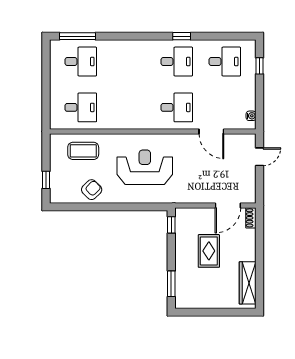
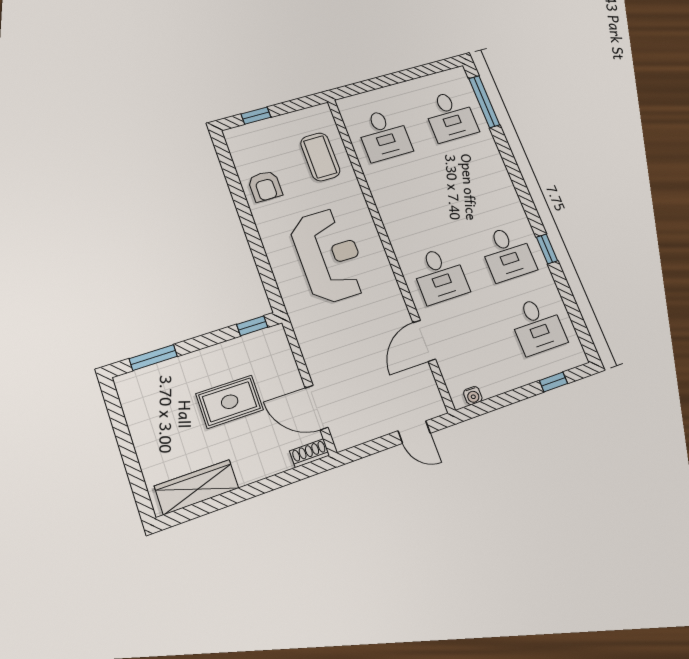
armchair: (92, 190) -> (265, 186), turned 45

